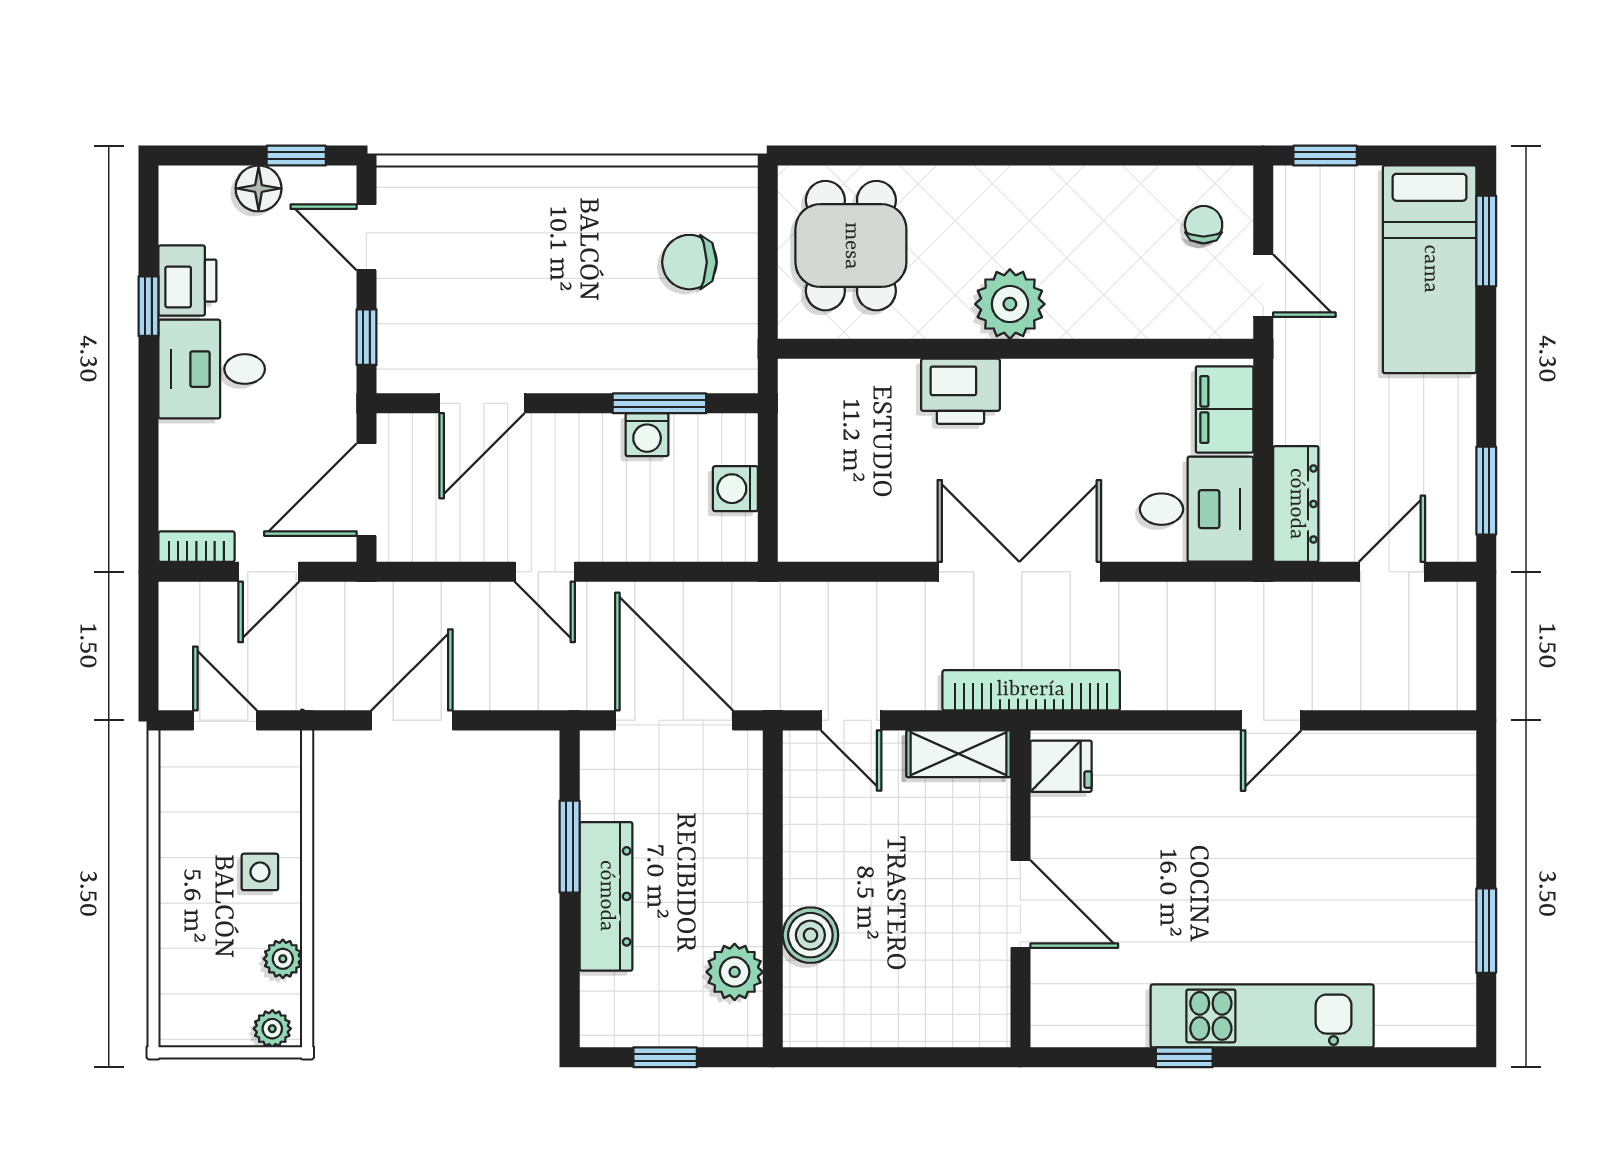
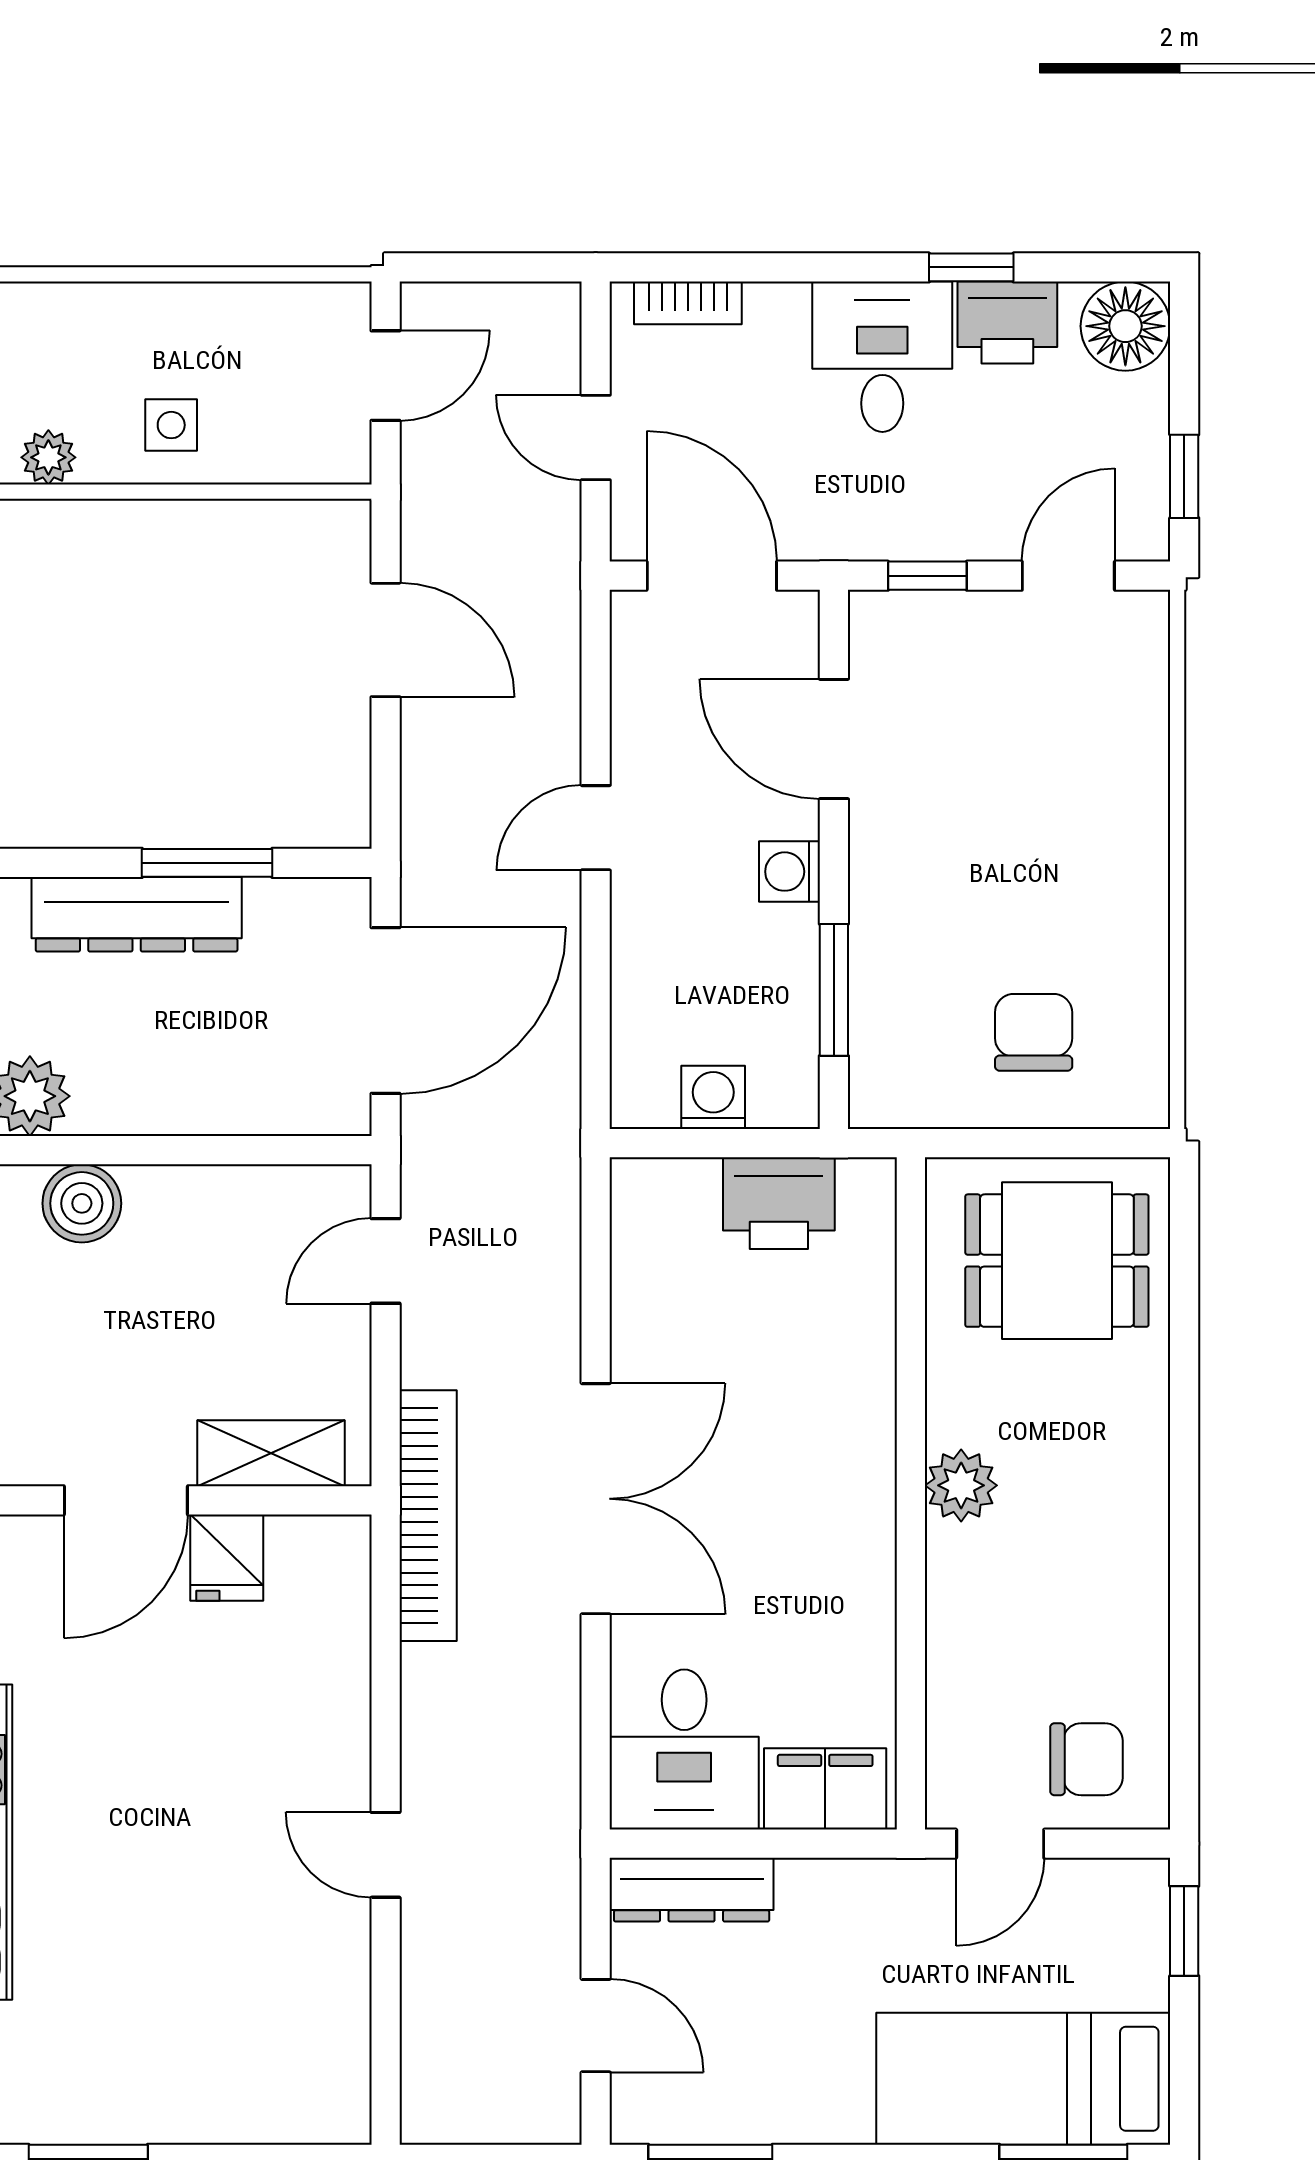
floor lamp: (259, 188) -> (1125, 326), moved, width x1.38, depth x1.38
chair: (1204, 225) -> (1086, 1759), width x1.37, depth x1.37
plant: (1010, 304) -> (961, 1485), width x0.73, depth x0.73
printer: (960, 391) -> (779, 1203), moved, turned -90
washing machine: (647, 435) -> (790, 872), moved
bookcase: (196, 547) -> (688, 303), moved, turned 90
shelving: (959, 754) -> (271, 1453), moved, turned 90
fridge: (1061, 766) -> (227, 1558), moved

